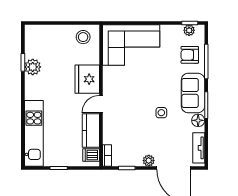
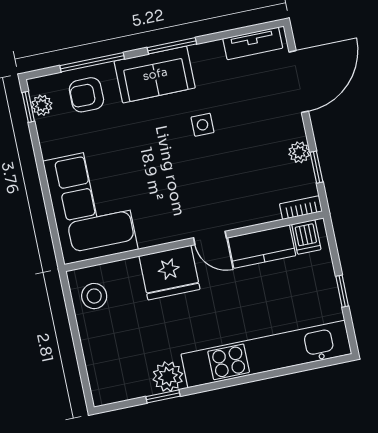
armchair: (190, 55) -> (86, 95), turned 90
floor lamp: (198, 120) -> (203, 55), removed
kitchen unit: (34, 133) -> (266, 354), width x1.36
plant: (149, 161) -> (299, 152), moved

